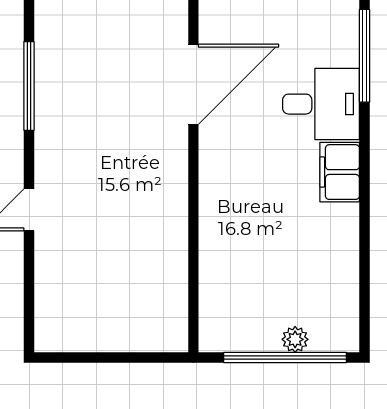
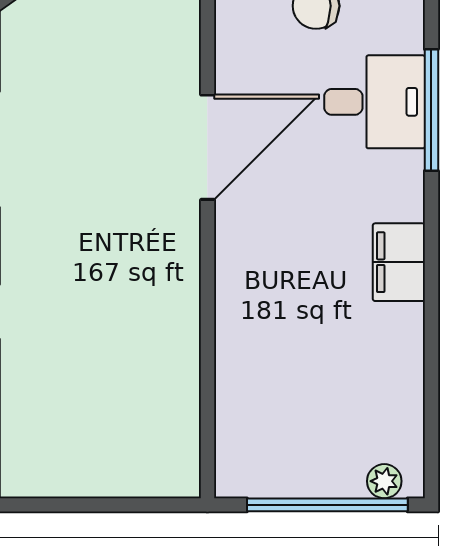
desk: (321, 104) -> (375, 102), moved
plant: (295, 339) -> (384, 481), moved

